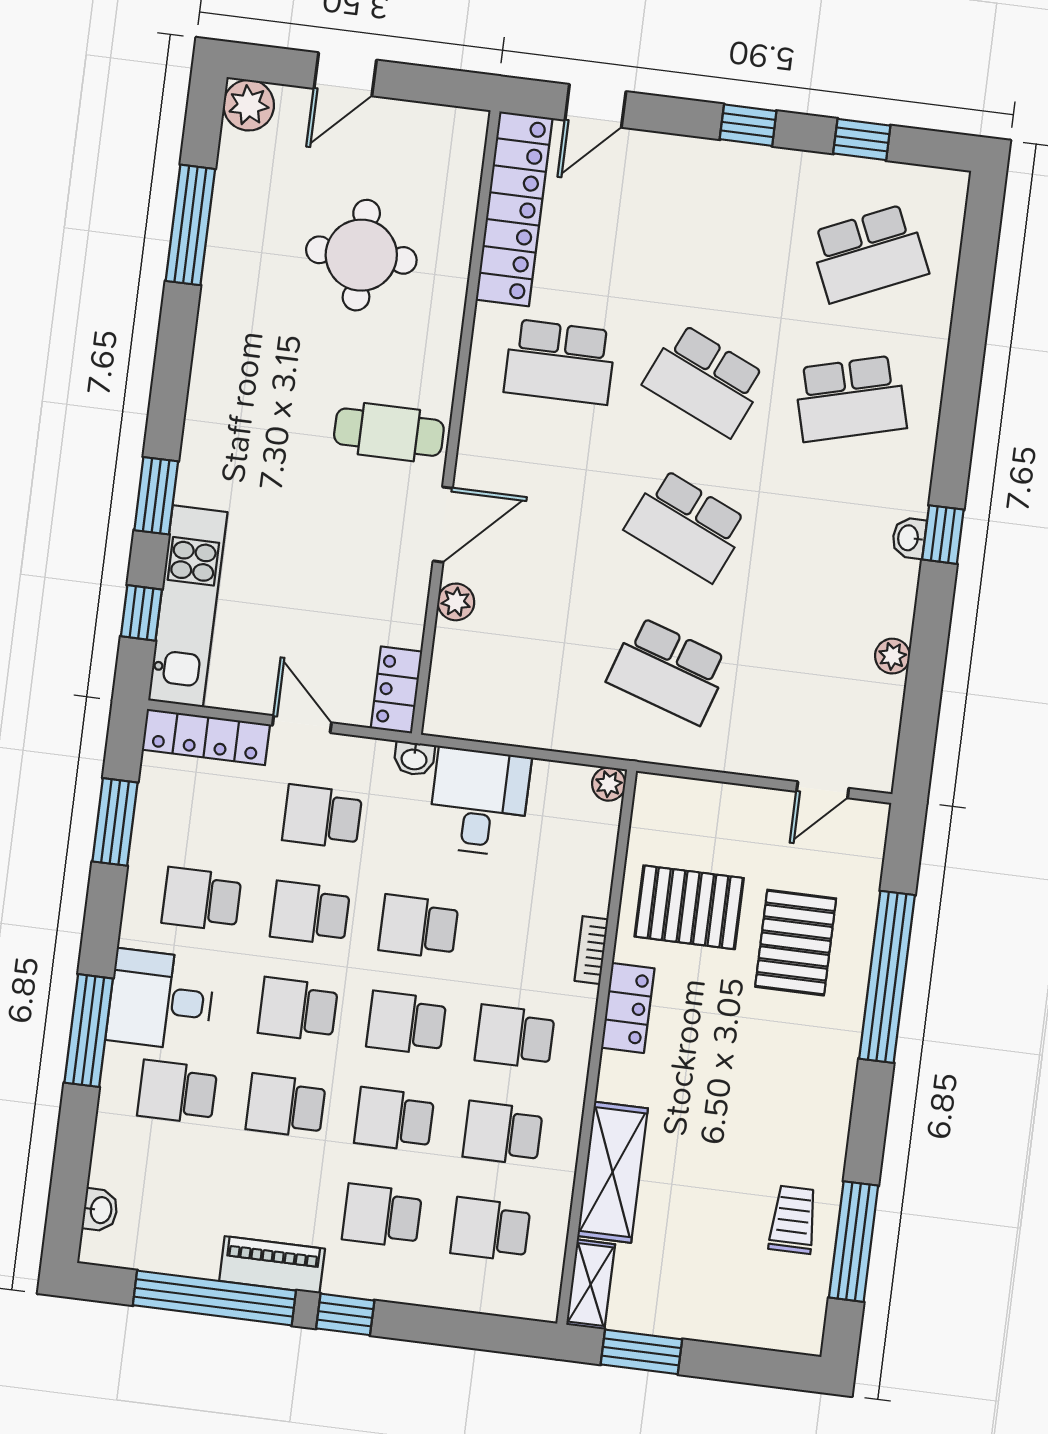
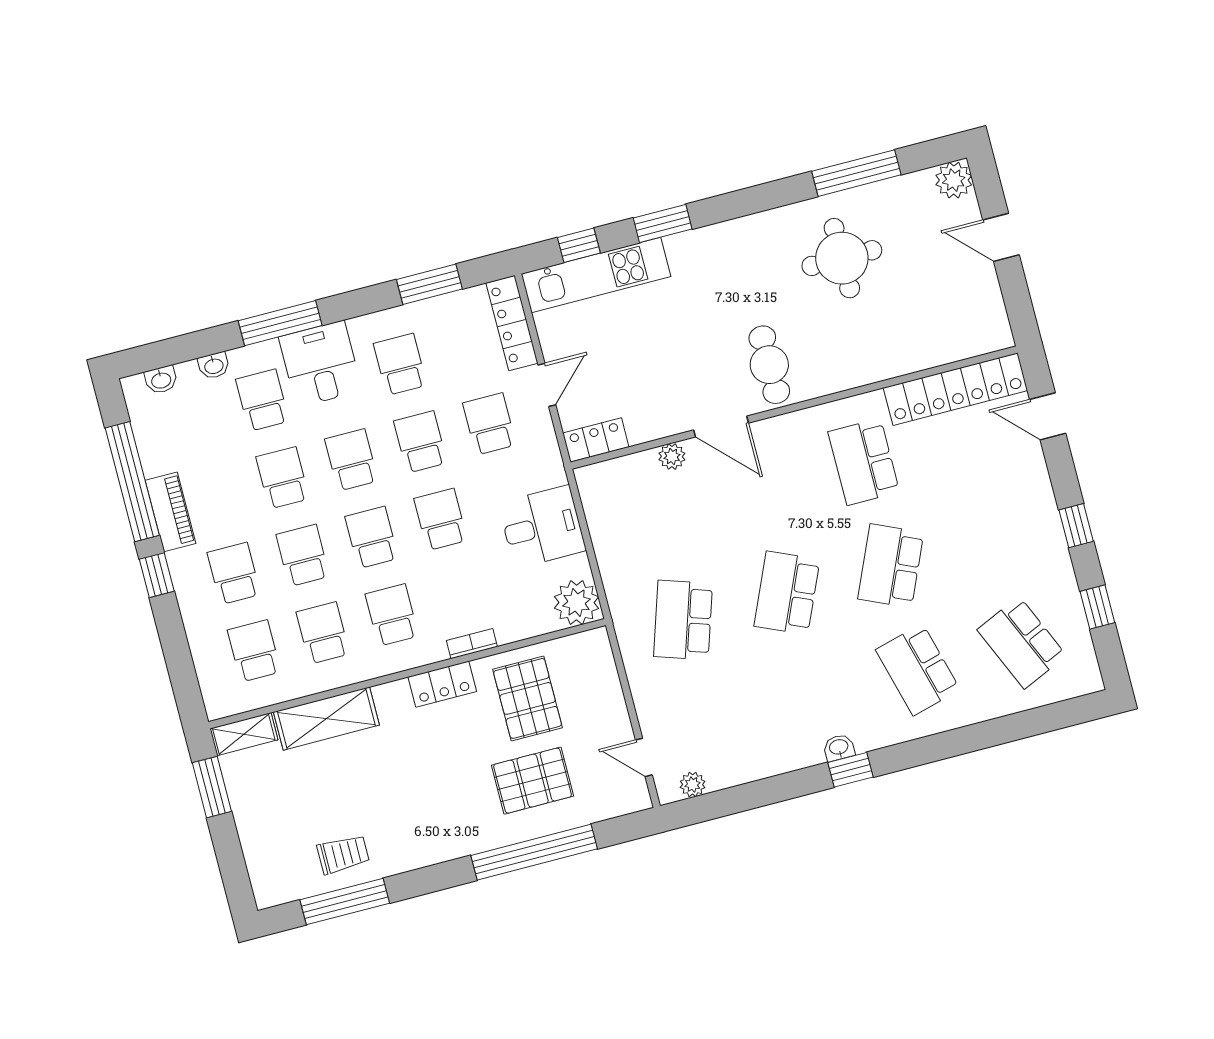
round table: (361, 255) -> (842, 258), moved
plant: (892, 656) -> (693, 784), moved
washbasin: (414, 759) -> (214, 366), moved, turned -90
plant: (609, 784) -> (577, 602), width x1.88, depth x1.88

